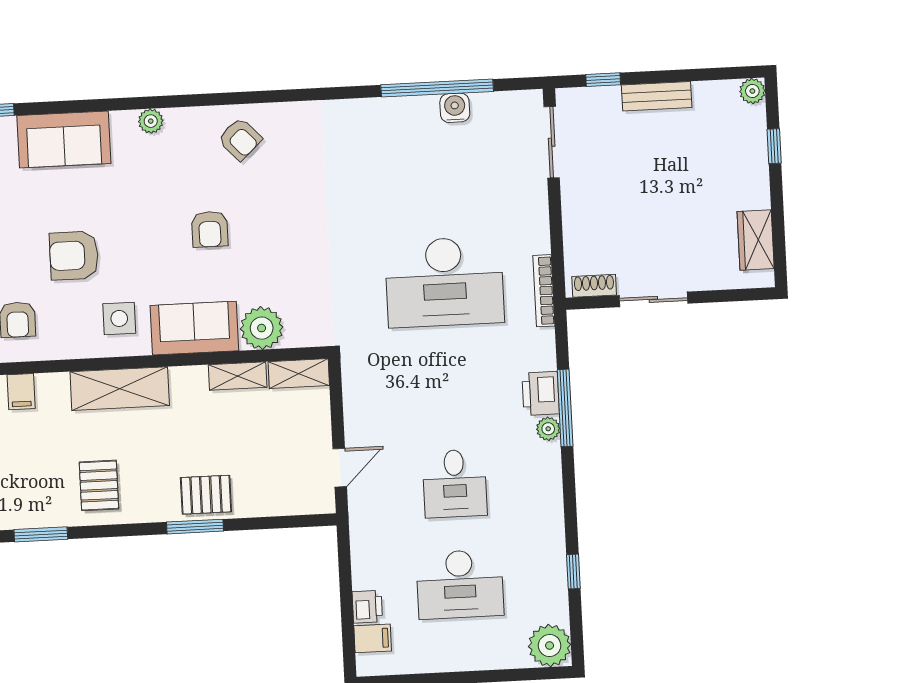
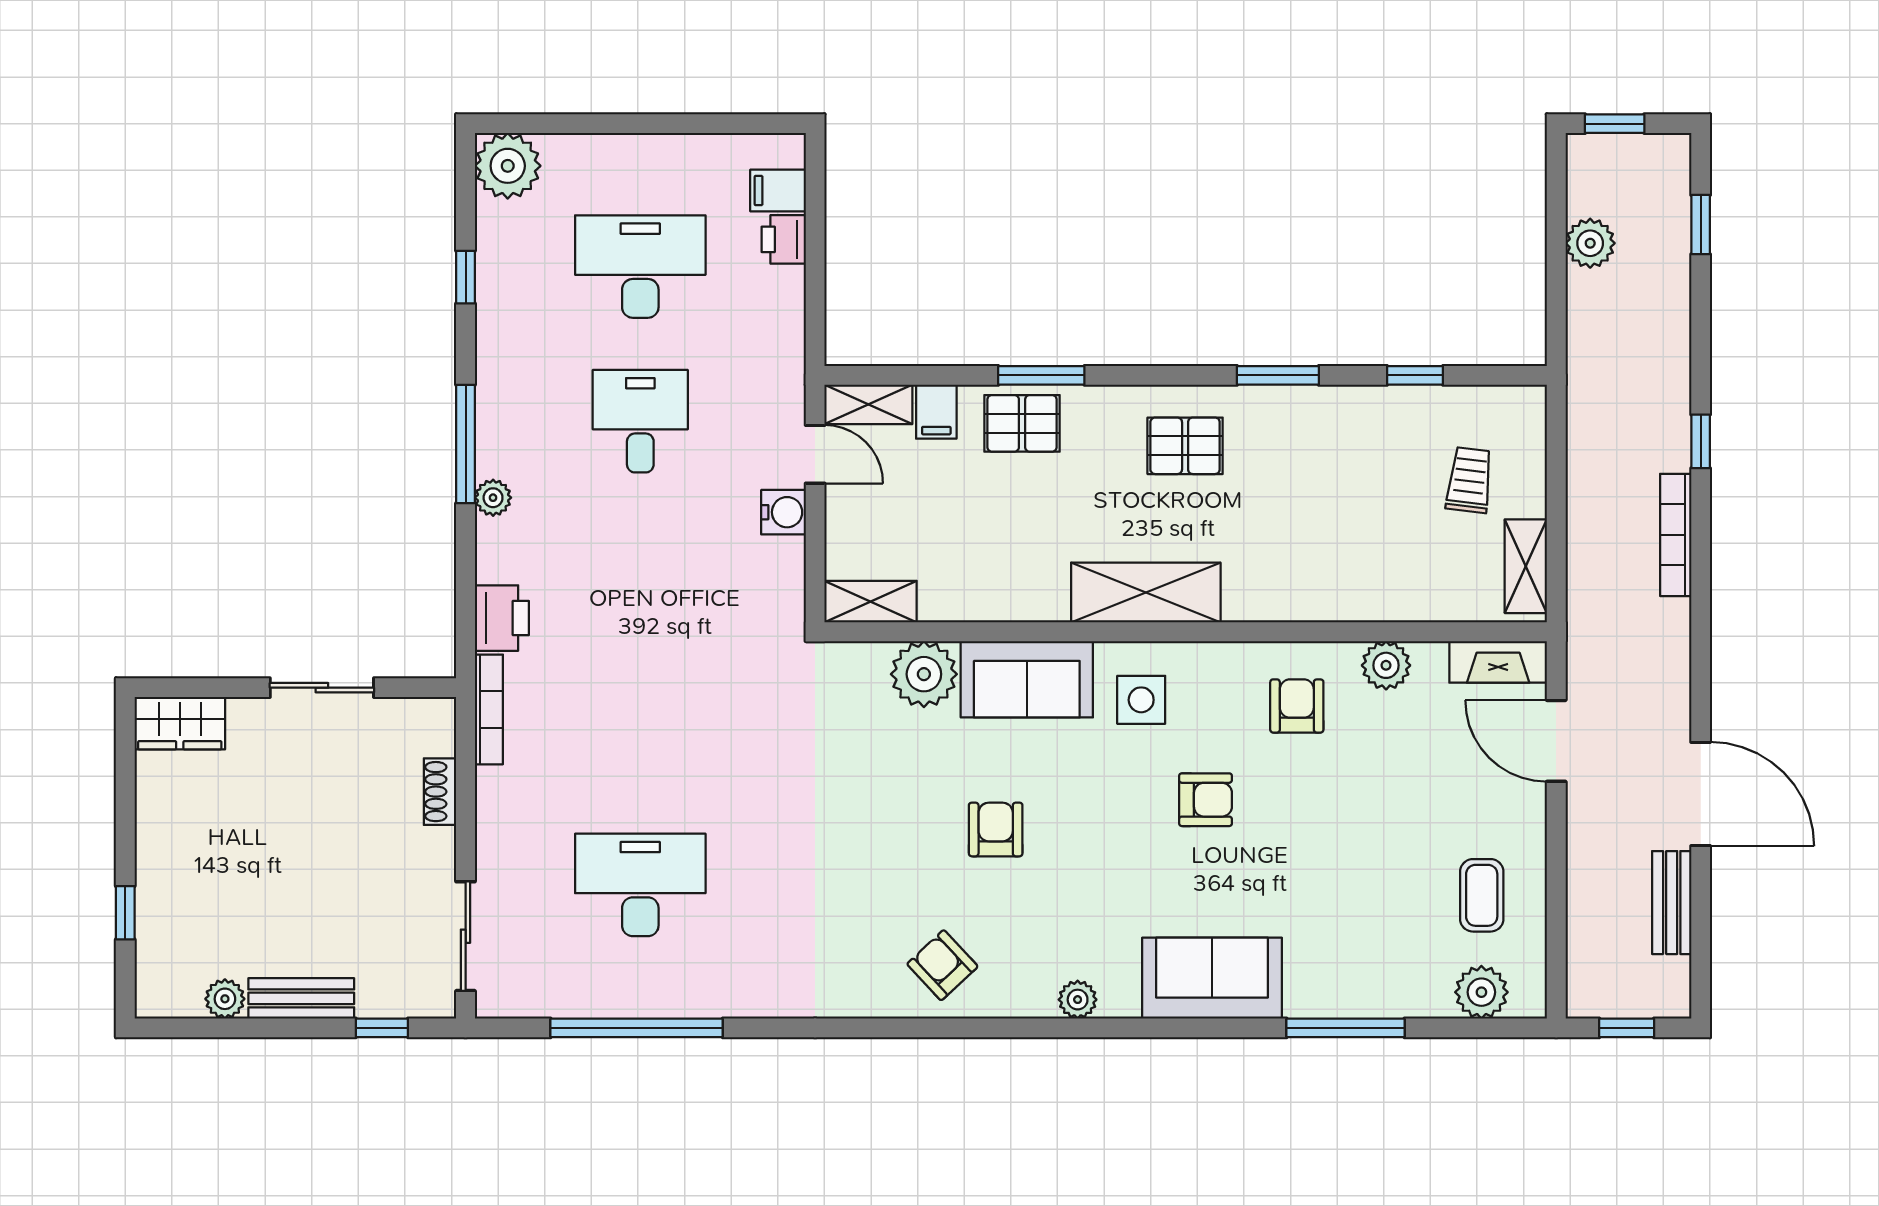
plant: (752, 91) -> (225, 999), moved
water cooler: (455, 108) -> (783, 512), moved, turned -90
wardrobe: (756, 240) -> (180, 723), moved, turned 90
armchair: (74, 256) -> (1206, 800), width x0.72, depth x0.72
desk: (445, 282) -> (640, 885), moved, width x0.73, depth x0.77
shoe rack: (594, 286) -> (440, 792), moved, turned 90
shelving: (238, 376) -> (868, 404), moved
filing cabinet: (21, 392) -> (936, 412), moved, turned 180
printer: (541, 393) -> (502, 618), moved
window: (565, 408) -> (466, 444), moved
door: (340, 468) -> (815, 454), swing flipped
pallet: (99, 485) -> (1185, 446), turned 90

